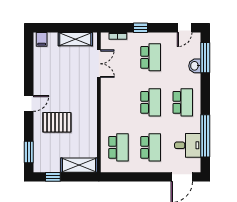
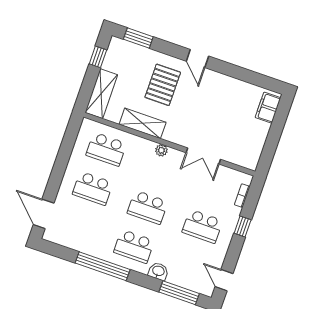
filing cabinet: (42, 39) -> (268, 108), width x2.00
shelving: (75, 39) -> (143, 123), moved, turned 90
double door: (99, 64) -> (203, 156), moved
washbasin: (195, 66) -> (158, 271), moved
plant: (105, 107) -> (161, 150), added
window: (205, 136) -> (103, 266), moved
desk: (188, 145) -> (80, 234), removed

